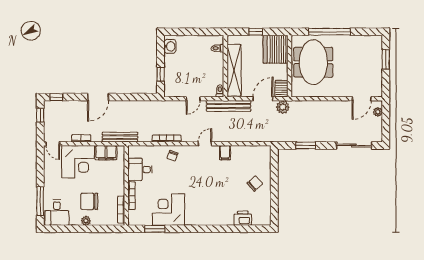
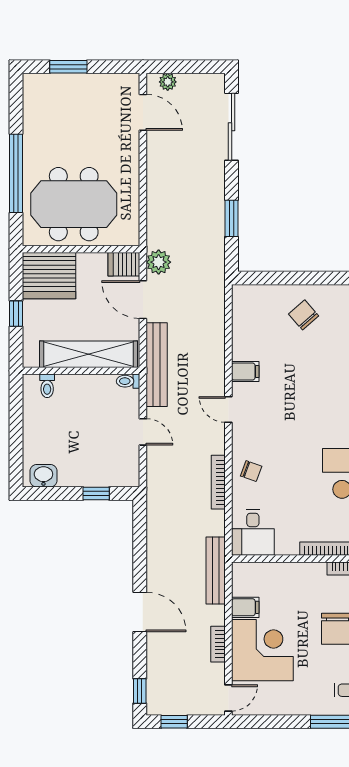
filing cabinet: (106, 153) -> (245, 607), width x0.50
desk: (140, 169) -> (253, 532), moved

